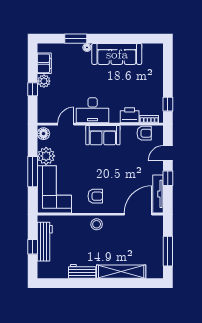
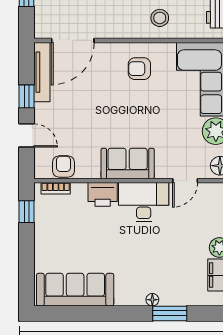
sofa: (117, 54) -> (75, 290), moved
printer: (130, 115) -> (103, 194), moved
armchair: (144, 133) -> (63, 166), turned 90
door: (168, 153) -> (26, 135), hinge flipped
stool: (97, 224) -> (160, 18), moved

